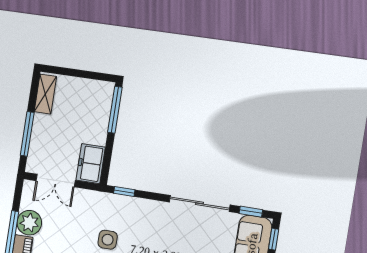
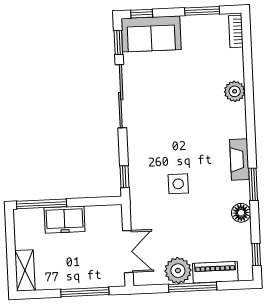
shelving: (45, 94) -> (25, 270), moved, turned 90
freezer: (91, 164) -> (65, 220), moved

